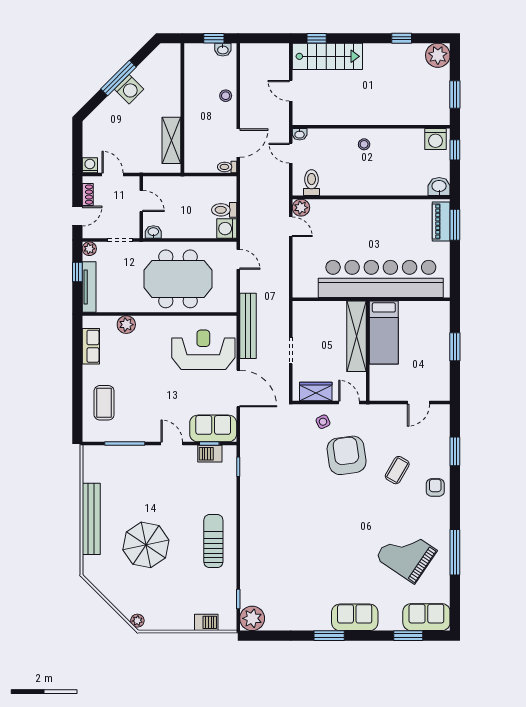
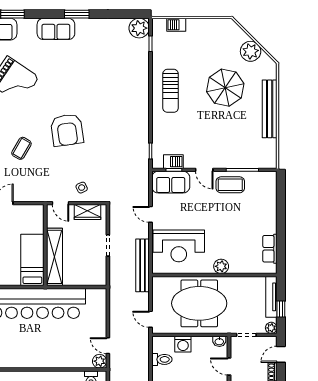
washing machine: (227, 229) -> (183, 344), moved, turned 90
plant: (126, 325) -> (221, 266), moved
door: (238, 389) -> (150, 214), width x0.53
coffee table: (104, 403) -> (230, 185), moved, turned 90
armchair: (347, 455) -> (67, 130), moved
plant: (137, 621) -> (251, 51), moved, width x1.88, depth x1.88

